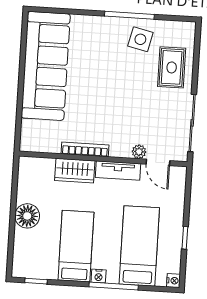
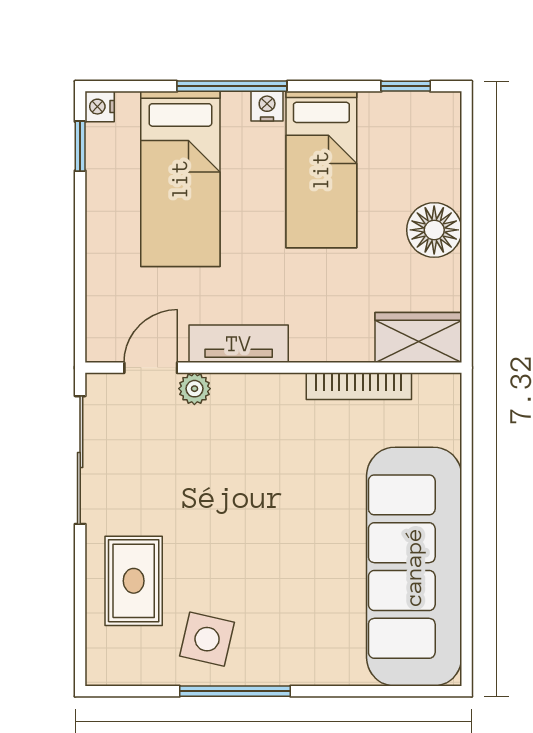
bookcase: (85, 149) -> (359, 386), moved
door: (158, 162) -> (151, 368), hinge flipped
wardrobe: (75, 171) -> (418, 338), moved
window: (185, 238) -> (80, 146), moved

